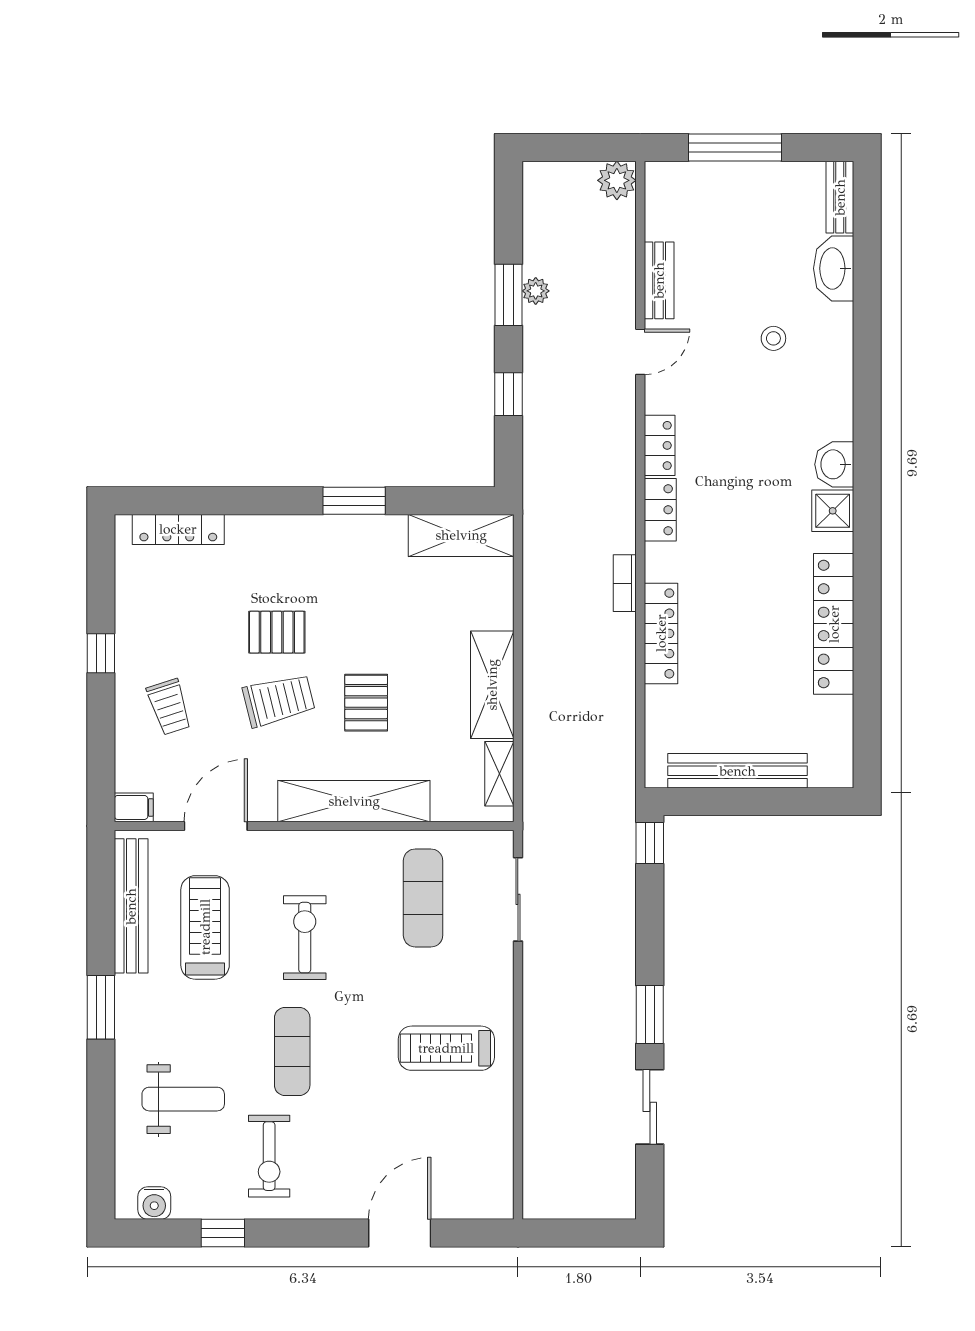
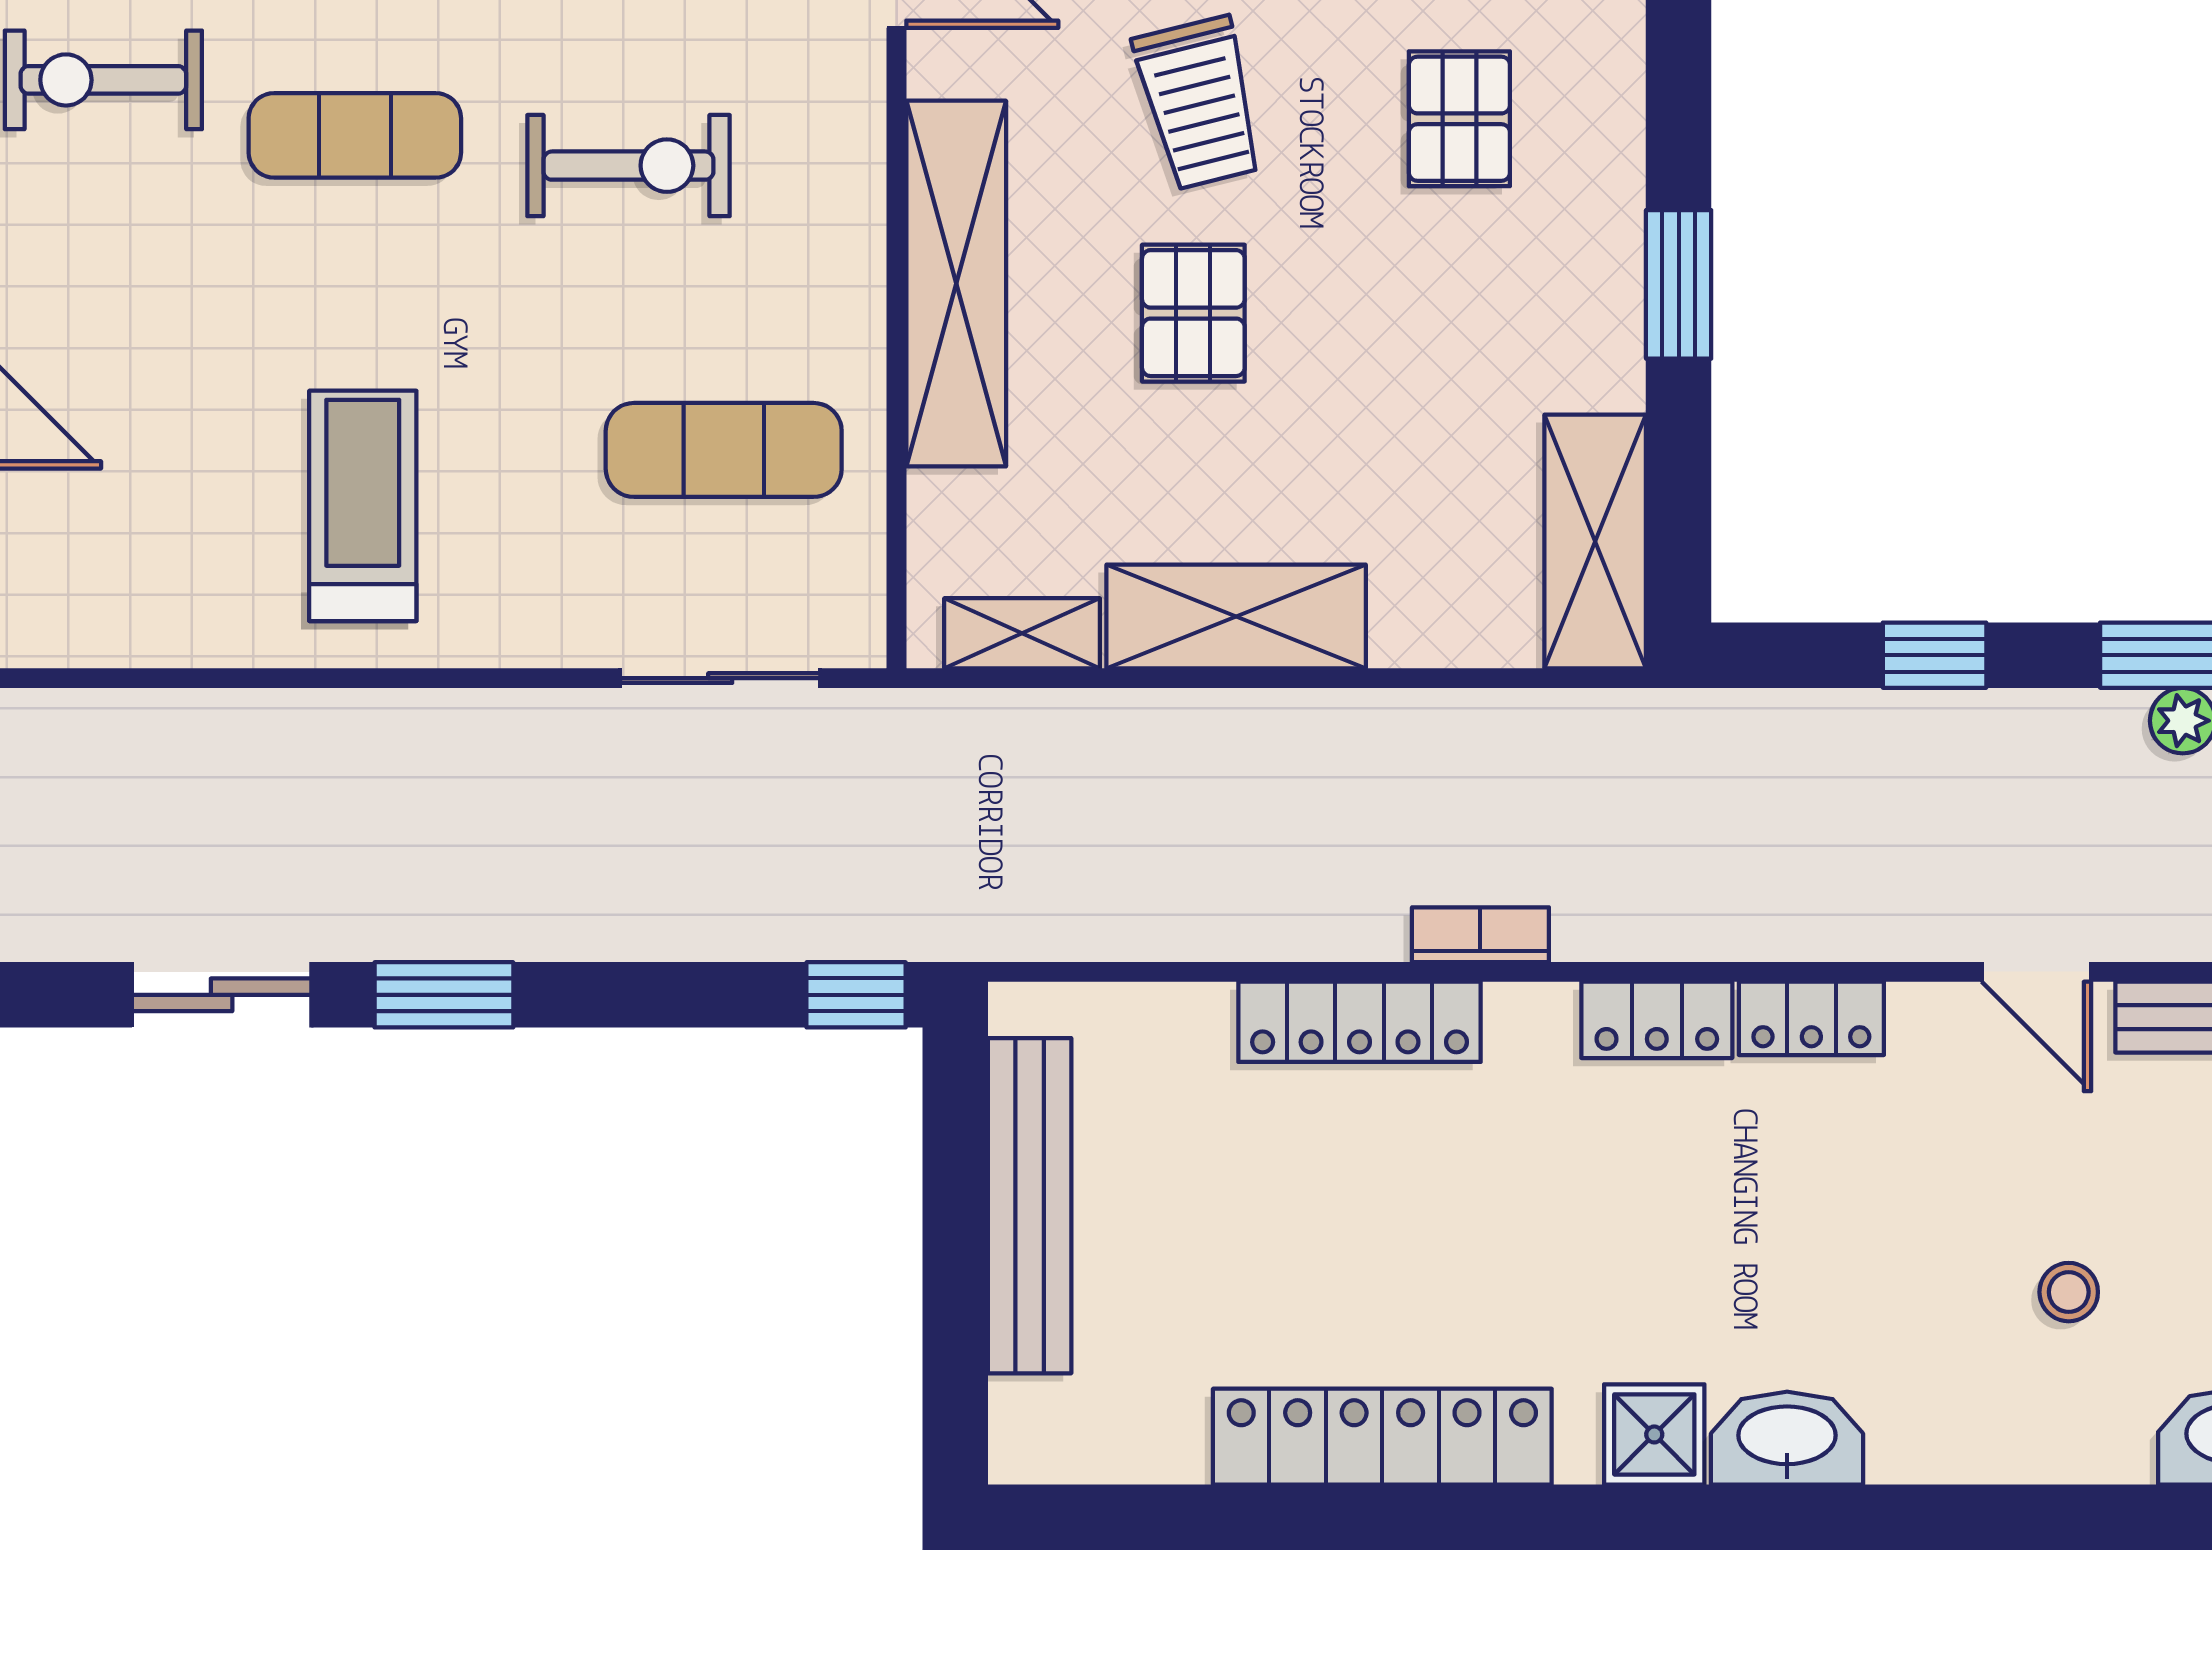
washbasin: (834, 464) -> (1787, 1438), width x1.38
pallet: (277, 632) -> (1459, 119), moved
pallet: (366, 703) -> (1193, 313), turned 90

